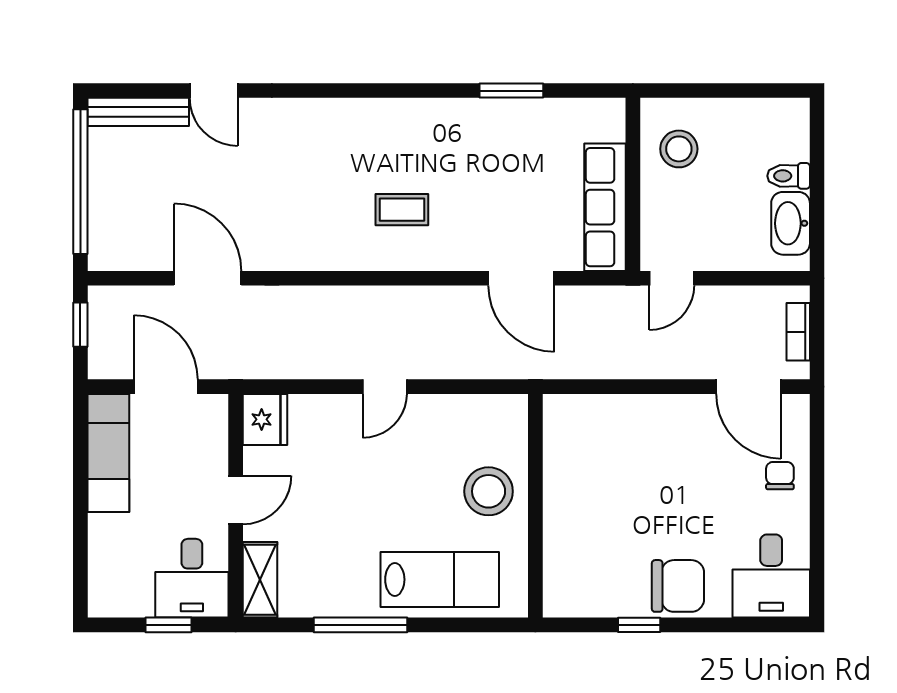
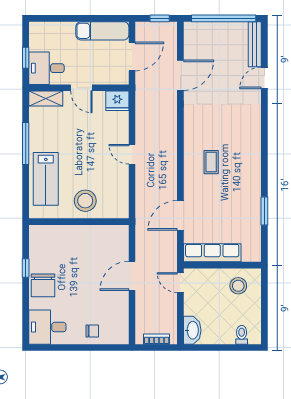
toilet: (789, 176) -> (242, 335), moved
washbasin: (791, 223) -> (192, 330), moved, turned 90
door: (748, 387) -> (132, 276), moved

